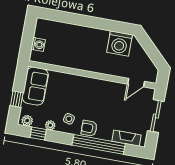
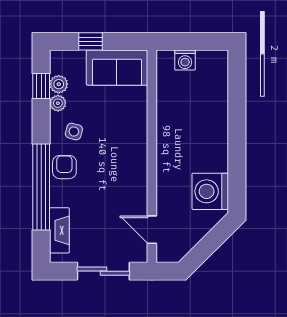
plant: (27, 121) -> (59, 84), moved

